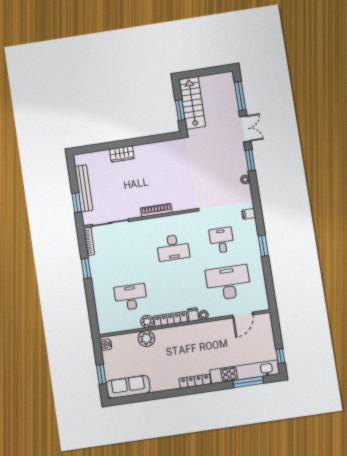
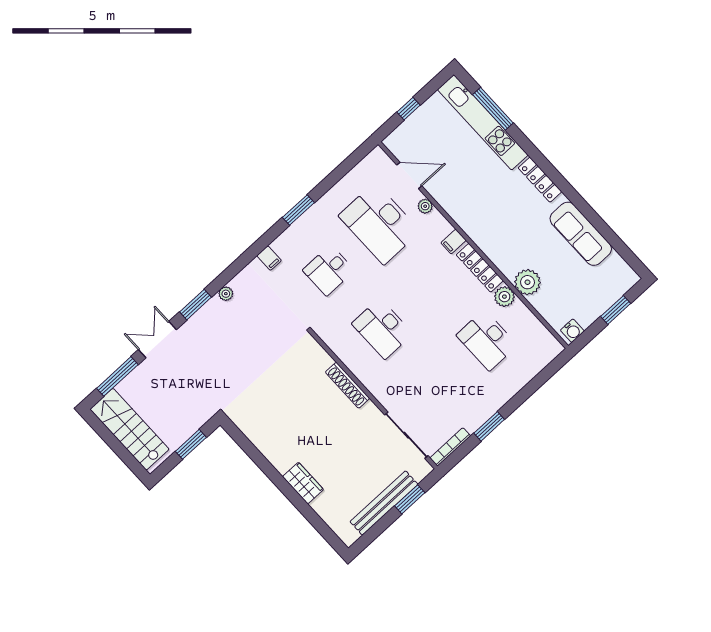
stairs: (192, 103) -> (129, 429), moved, turned 90
desk: (173, 248) -> (382, 329), turned 180
plant: (204, 315) -> (425, 206), moved
window: (280, 356) -> (409, 109), moved
sofa: (128, 387) -> (581, 234), moved

